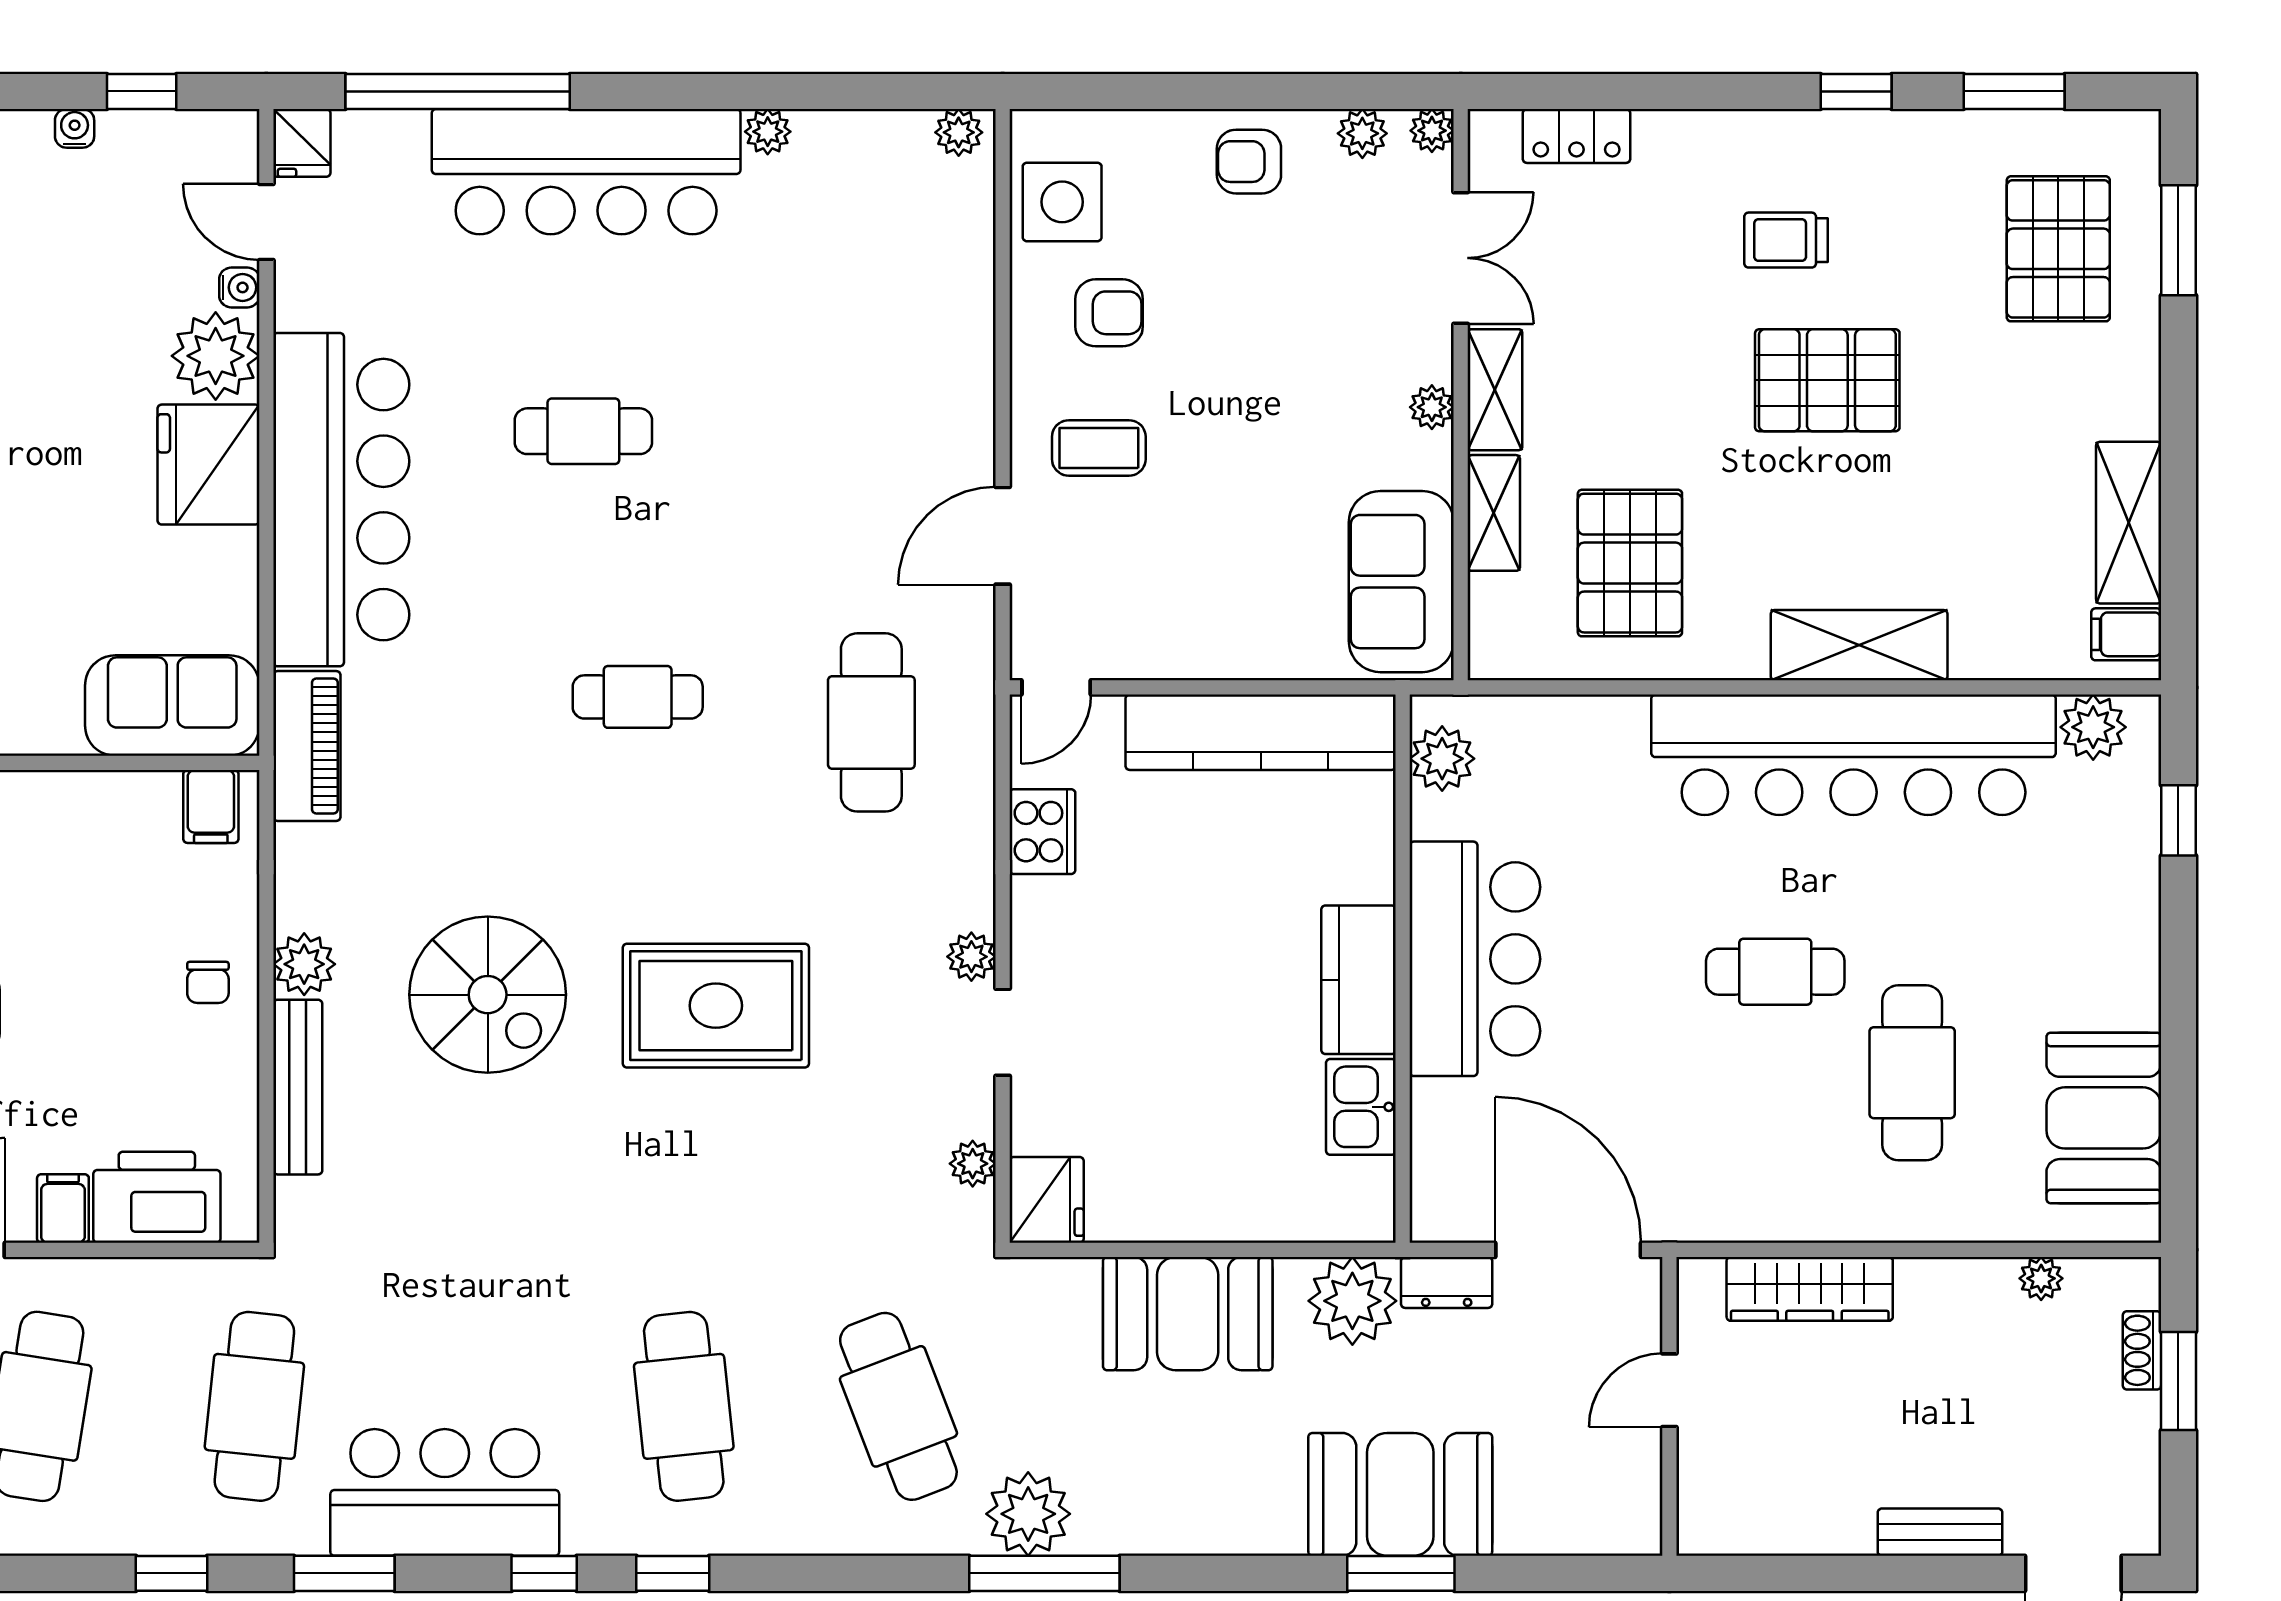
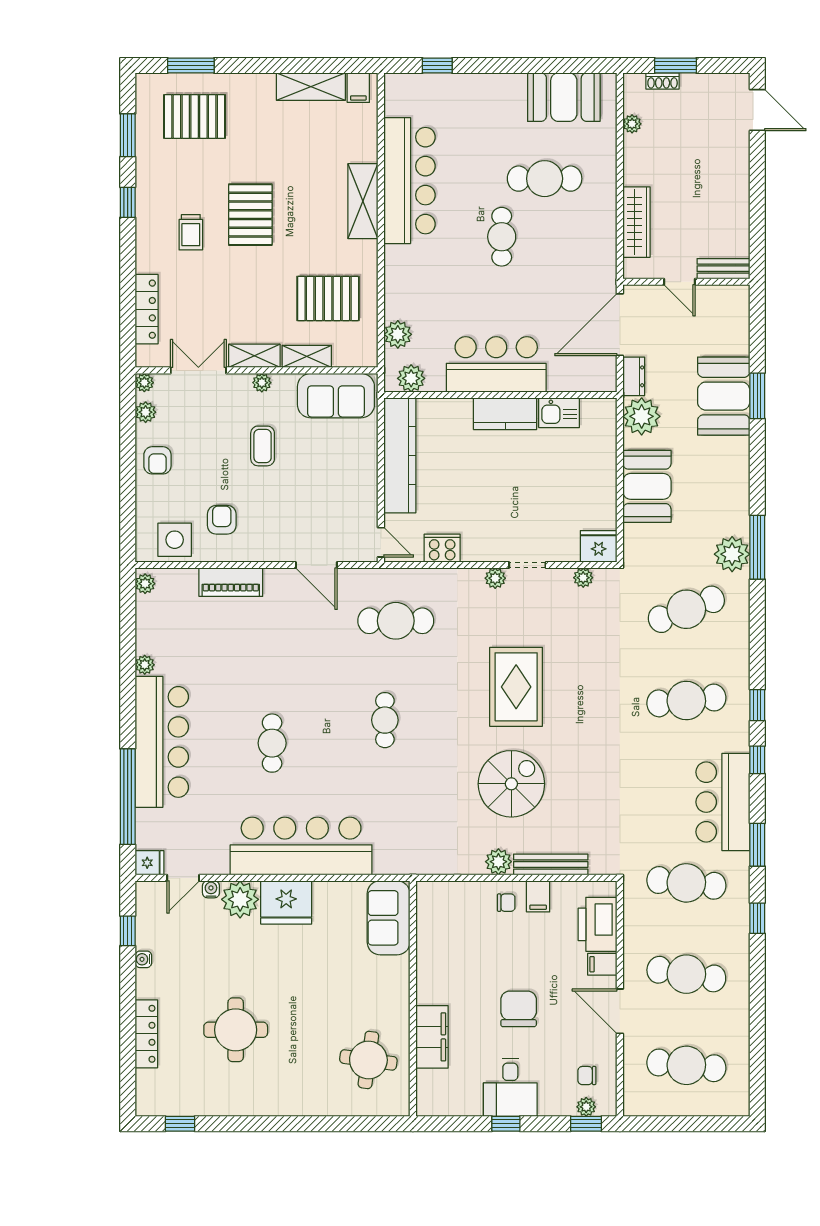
locker: (1577, 136) -> (147, 309), width x1.53
coffee table: (1099, 448) -> (263, 446), moved
plant: (2093, 727) -> (398, 334), moved
piano: (307, 746) -> (231, 582), moved, turned 180
bar counter: (1854, 755) -> (410, 181), width x0.73
filing cabinet: (211, 806) -> (538, 896), moved, turned 90
bench: (1940, 1532) -> (723, 269), moved, turned 90

